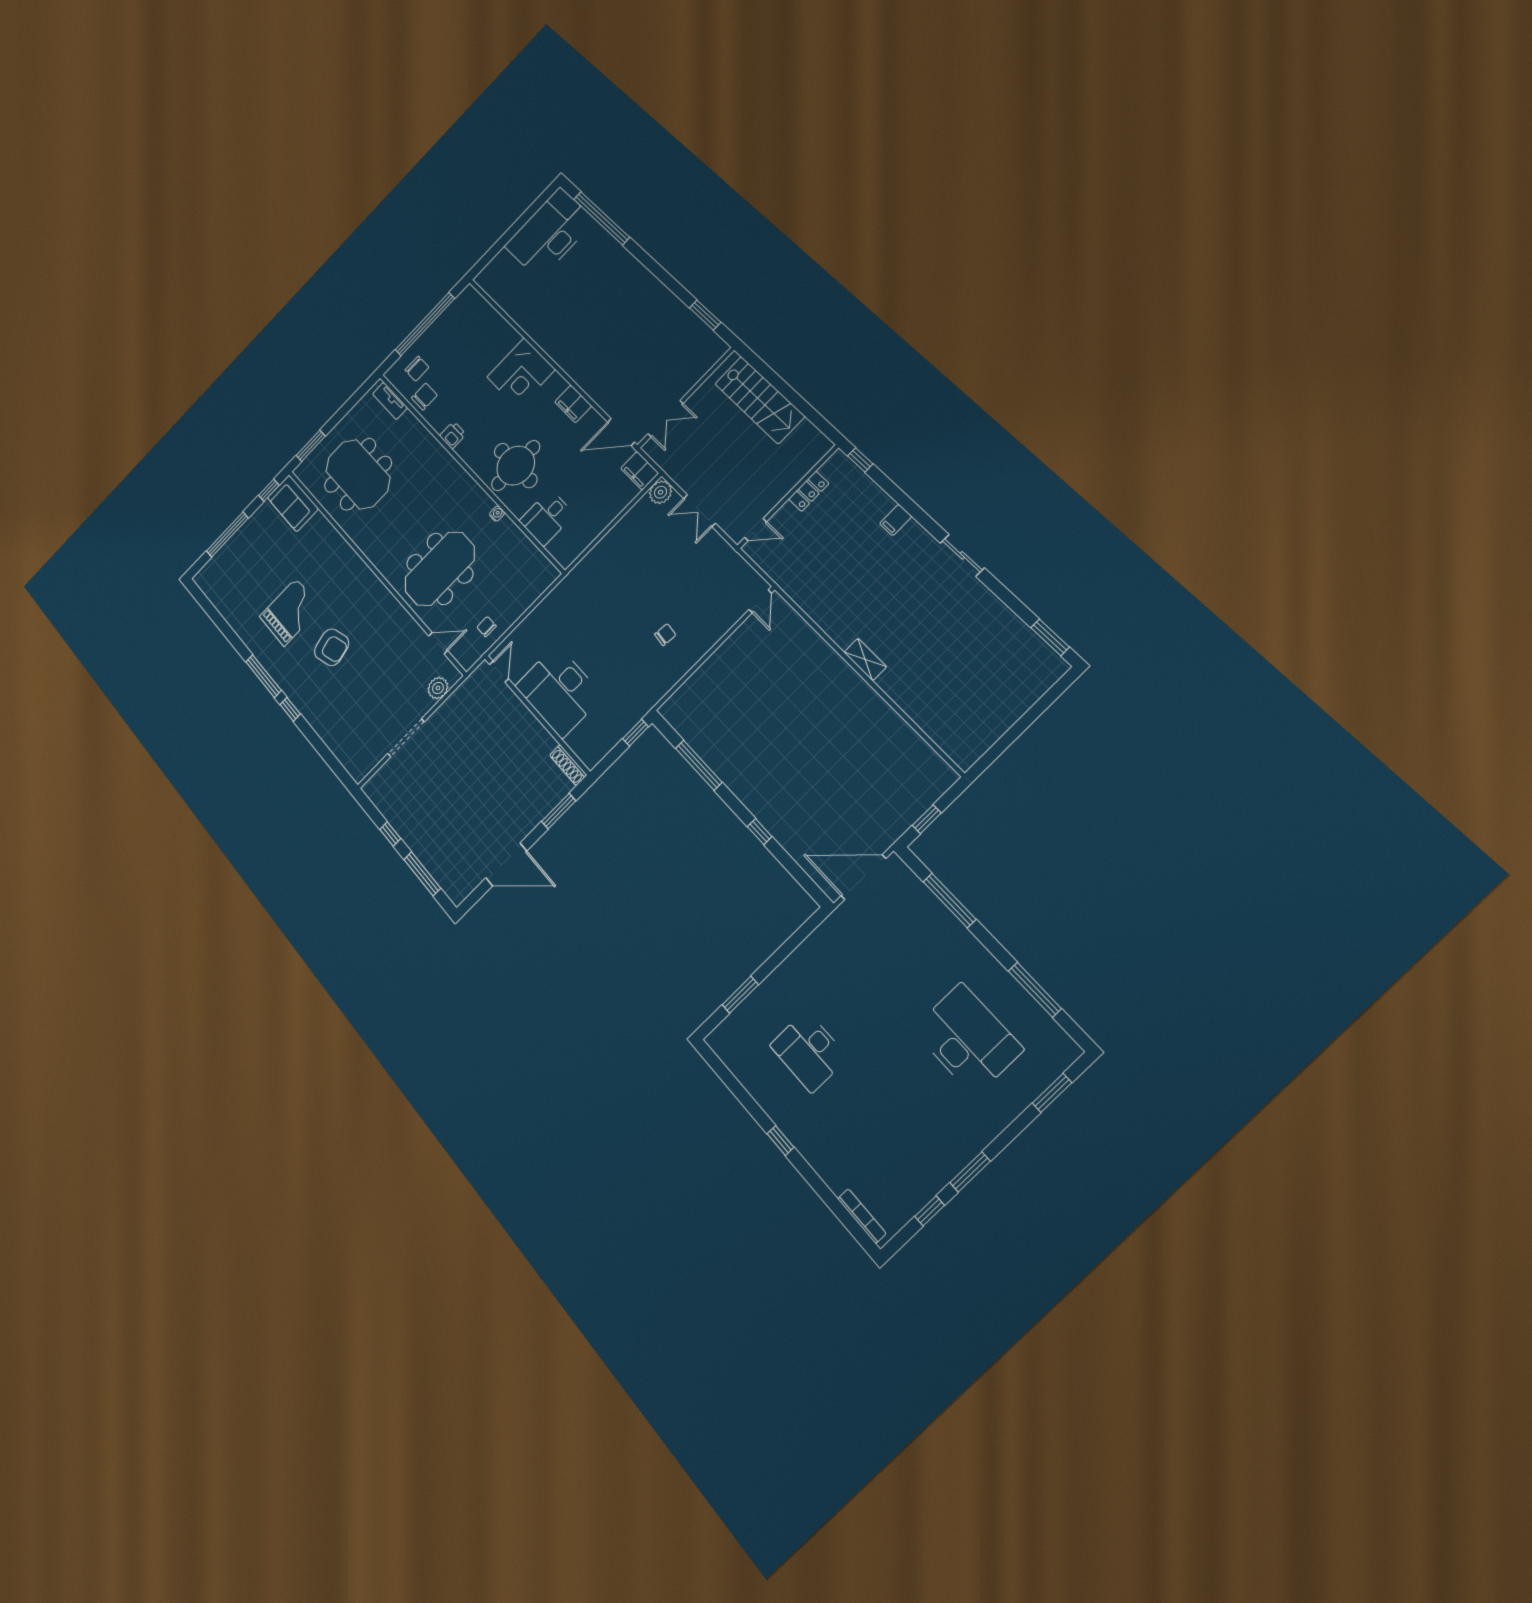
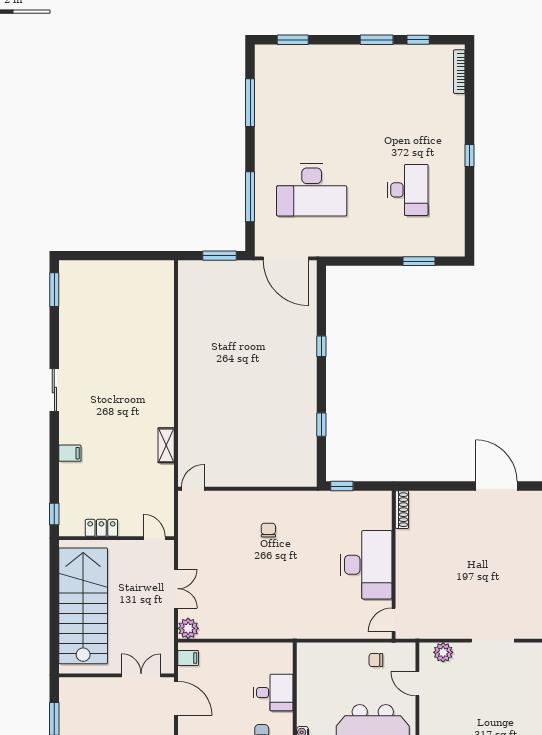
stairs: (760, 400) -> (83, 606), width x1.36, depth x1.51
filing cabinet: (640, 471) -> (188, 658), width x0.50
chair: (486, 627) -> (376, 660), turned 90
chair: (665, 635) -> (268, 530), turned 84
shelving: (865, 660) -> (166, 445), moved
window: (699, 765) -> (321, 425), width x0.46
window: (559, 811) -> (433, 486), removed
window: (927, 819) -> (219, 256), width x1.50
desk: (968, 1039) -> (312, 190), moved, turned -90

